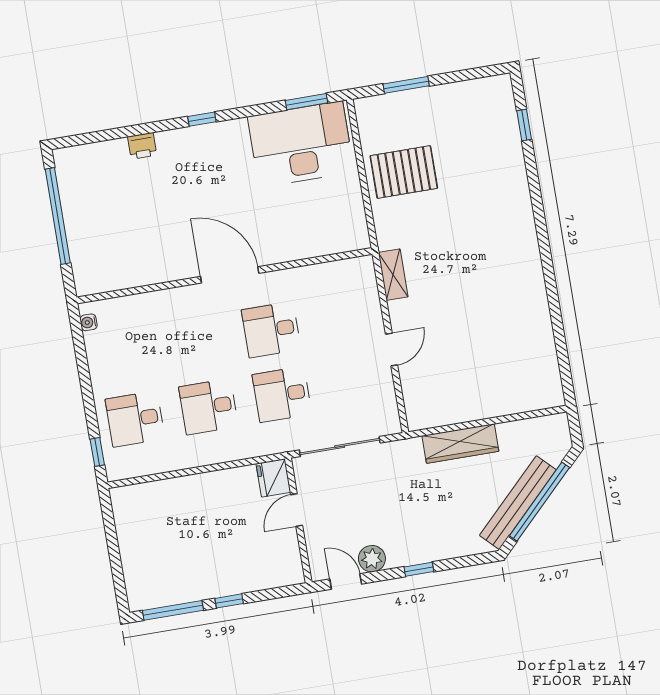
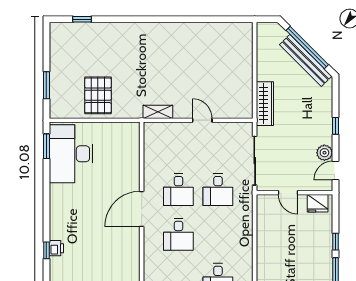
window: (202, 119) -> (46, 250), moved
desk: (209, 407) -> (178, 235), moved
wardrobe: (460, 444) -> (265, 104), moved
fridge: (273, 478) -> (318, 203), moved

